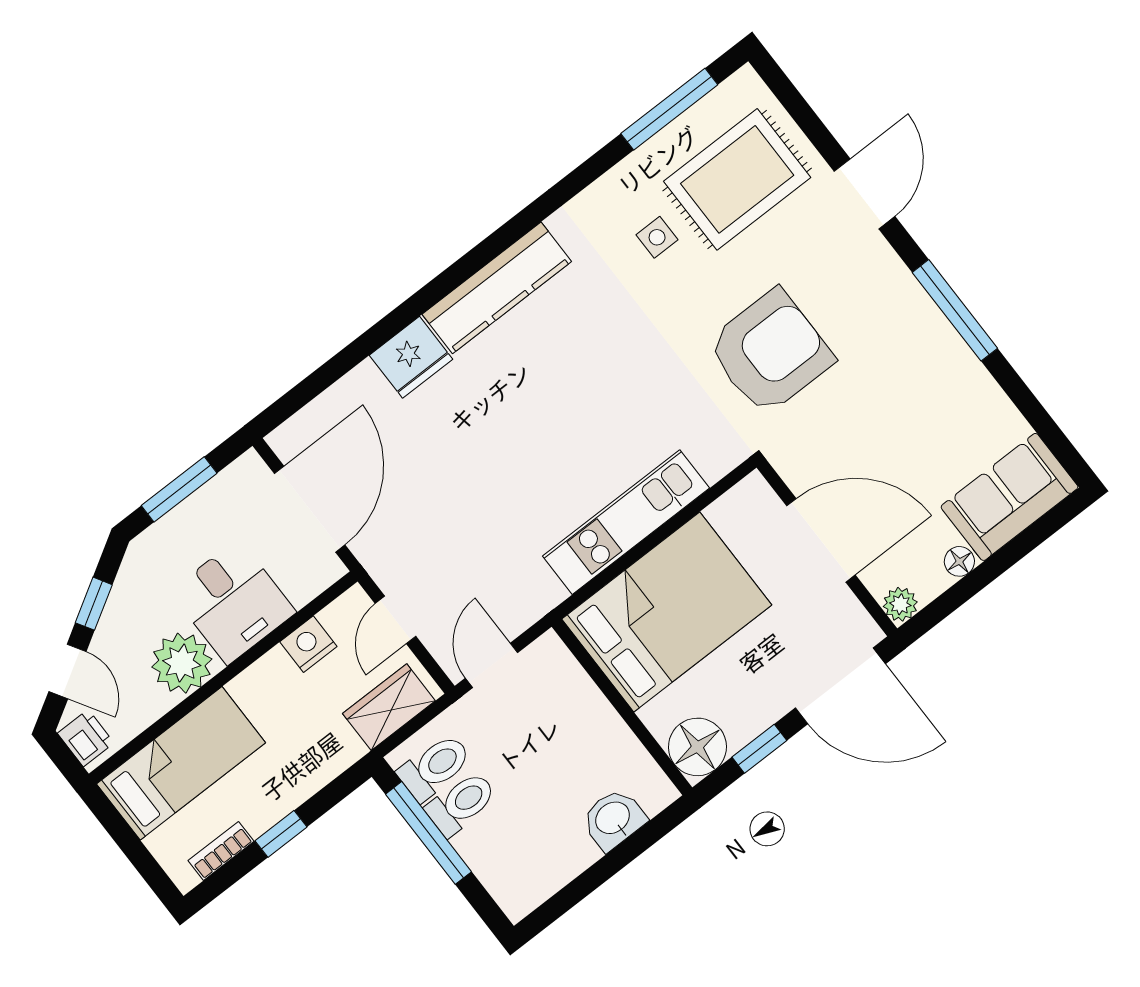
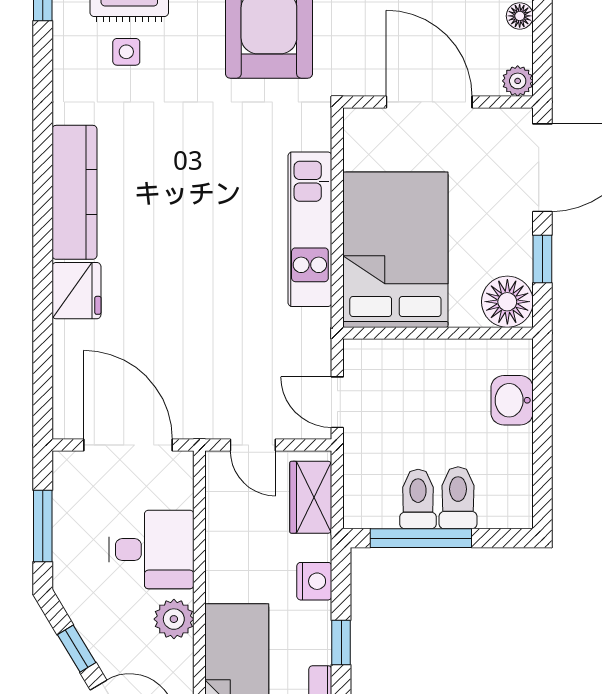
door: (821, 540) -> (429, 102), hinge flipped
nightstand: (308, 644) -> (314, 581), moved, turned 180
plant: (182, 663) -> (174, 619), width x0.73, depth x0.73
toilet: (435, 767) -> (458, 498), moved

